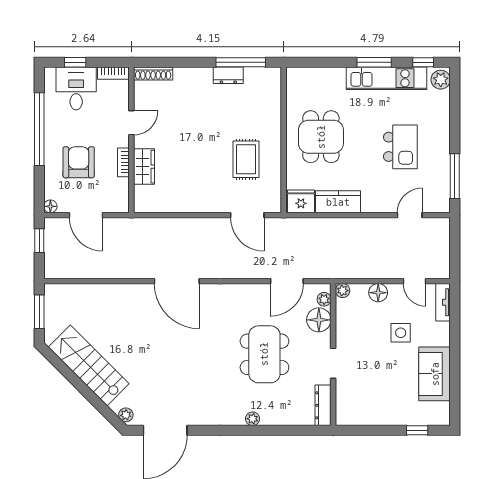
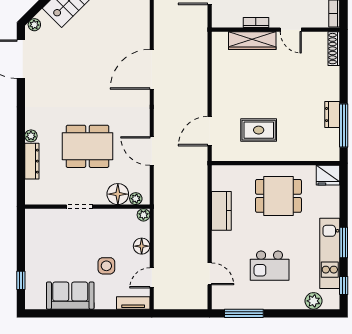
plant: (441, 80) -> (314, 301), moved
wardrobe: (144, 167) -> (252, 41), width x1.50
fridge: (301, 201) -> (328, 175), moved, turned 90
door: (287, 281) -> (152, 151), moved
dresser: (323, 405) -> (32, 161), moved, turned 90

